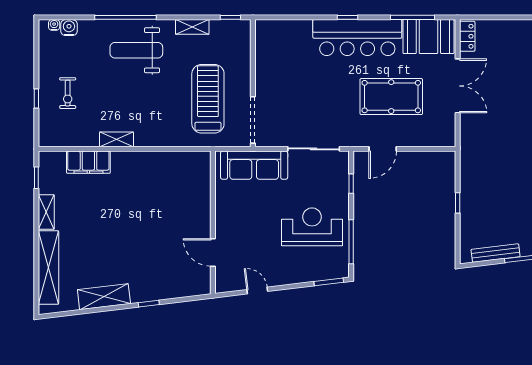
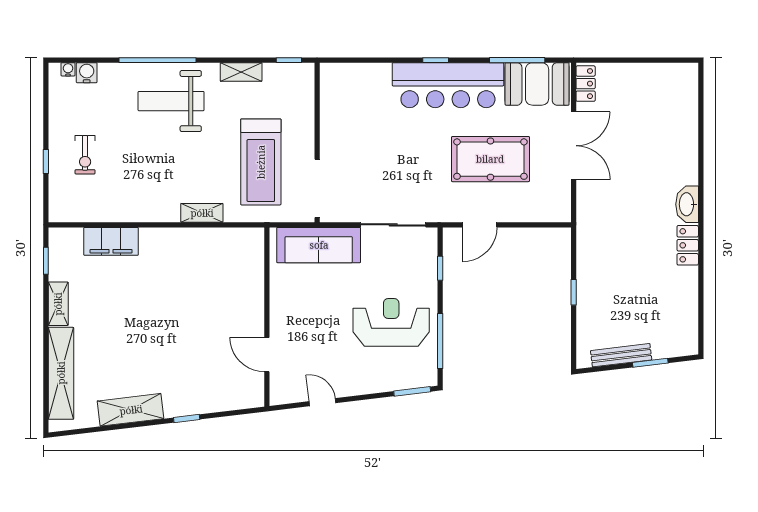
treadmill: (208, 99) -> (261, 162), turned 180
shelving: (117, 139) -> (202, 213), moved

